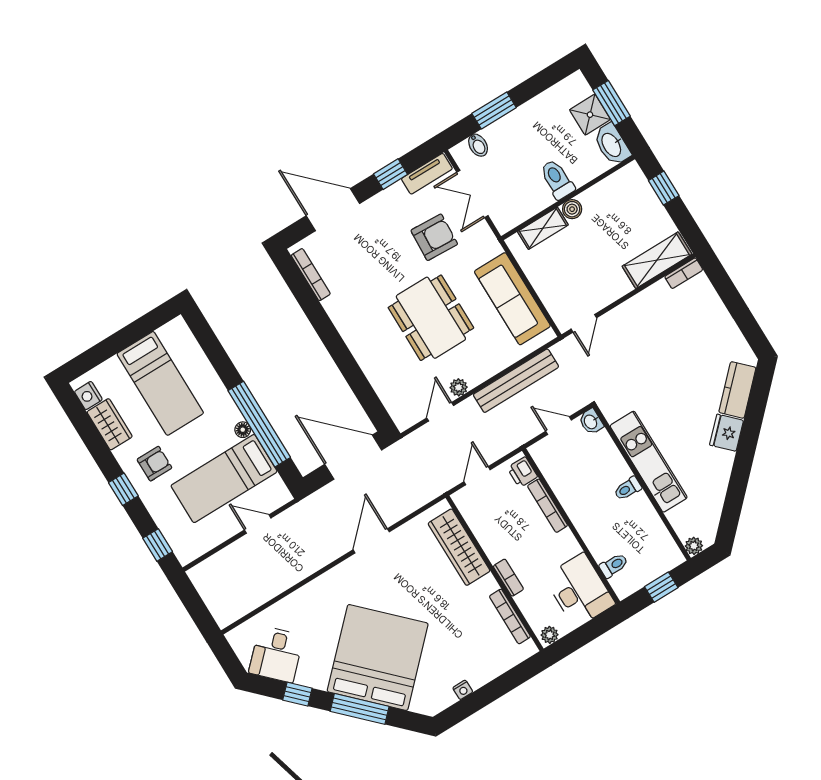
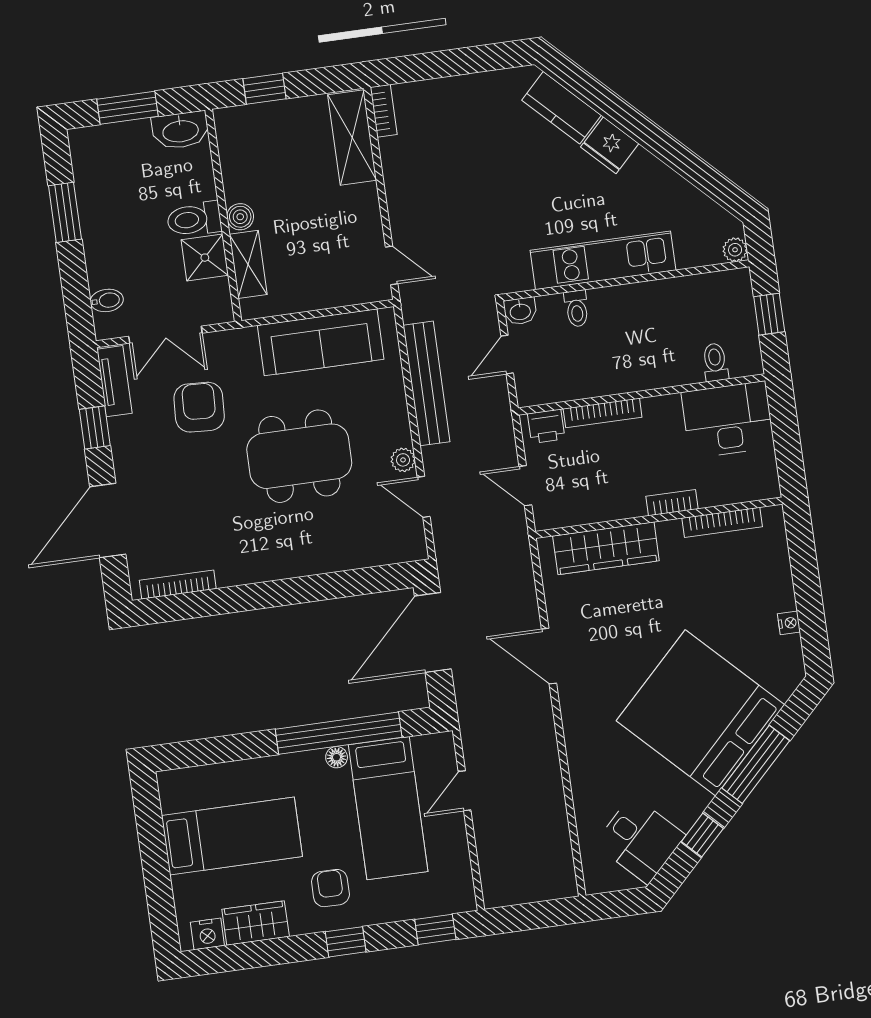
window: (494, 110) -> (65, 212), moved
shower: (590, 115) -> (205, 258), moved
toilet: (628, 489) -> (577, 309), moved
plant: (550, 635) -> (768, 482), removed

